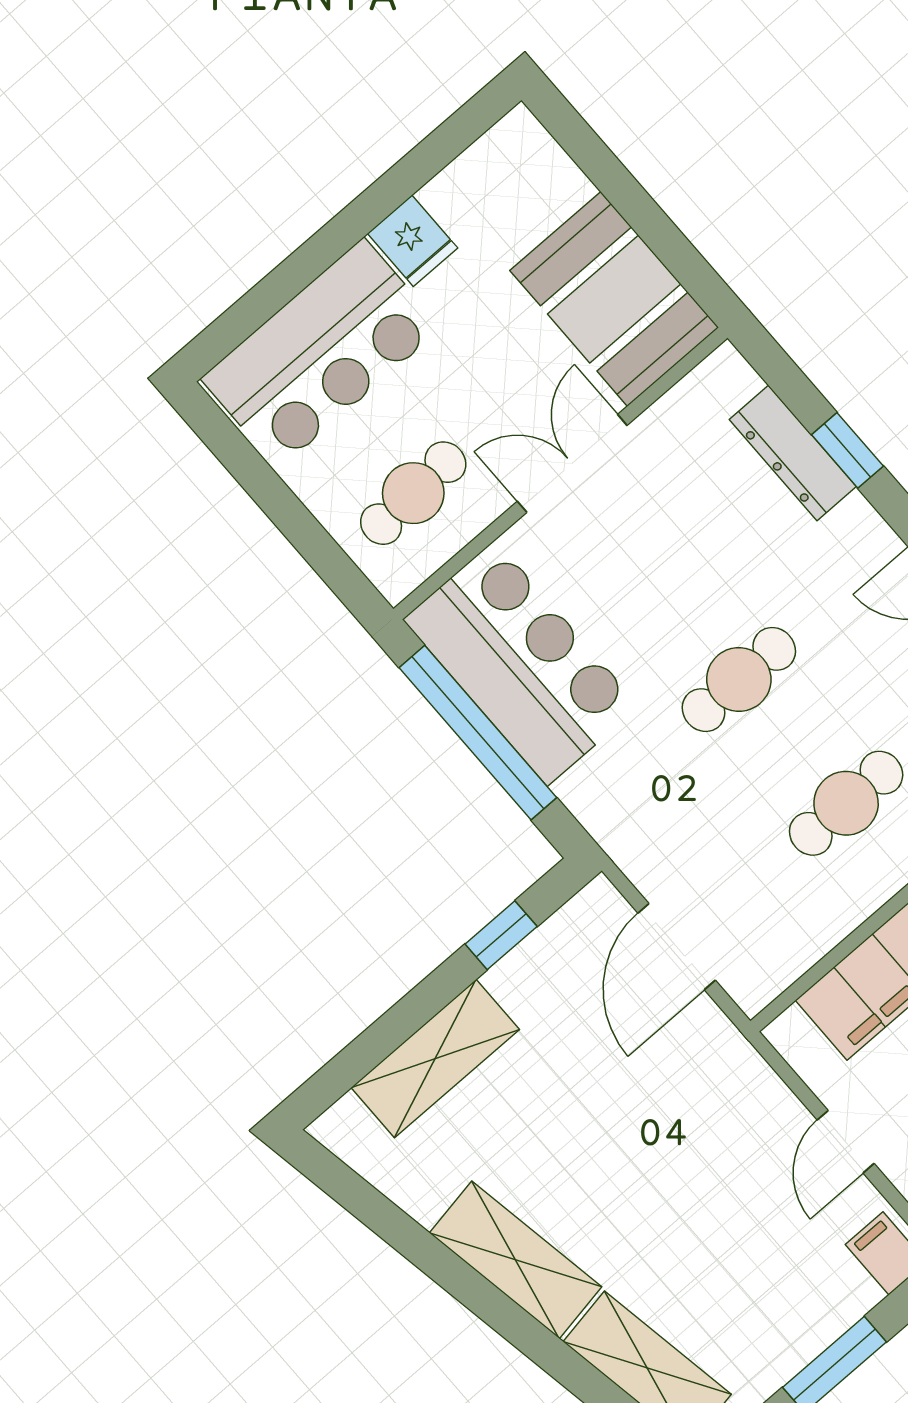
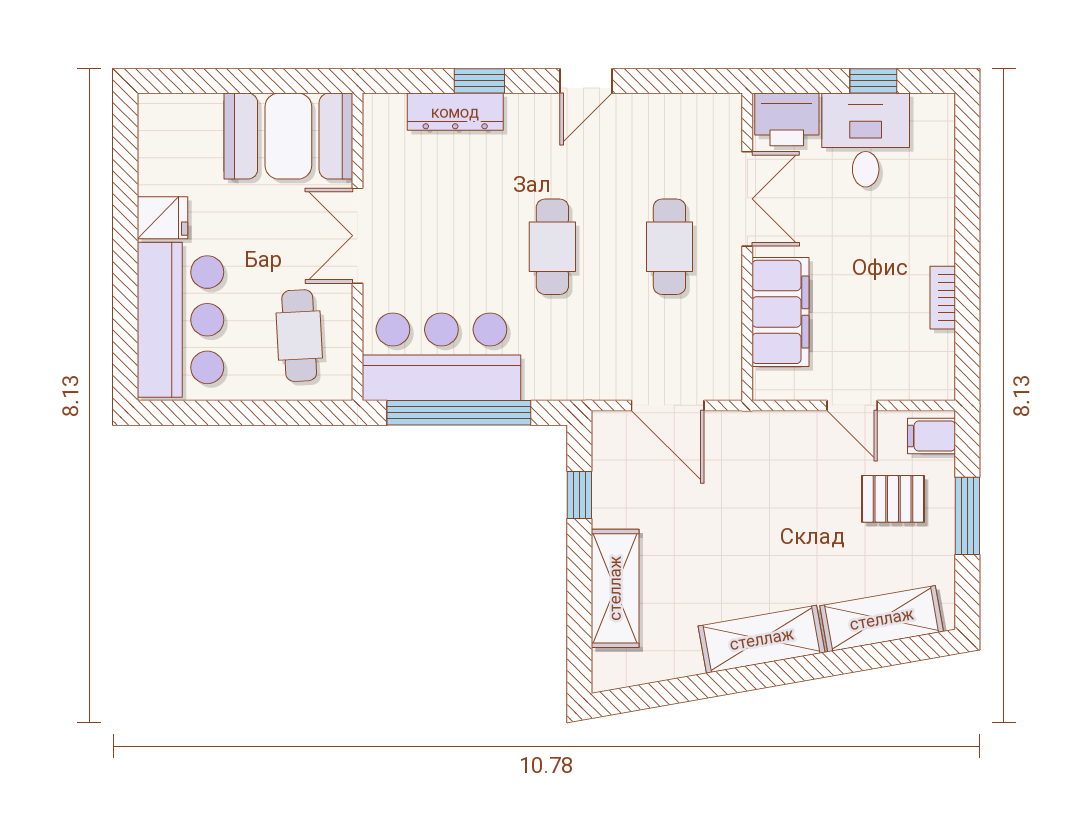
pallet: (784, 1270) -> (893, 499), added

